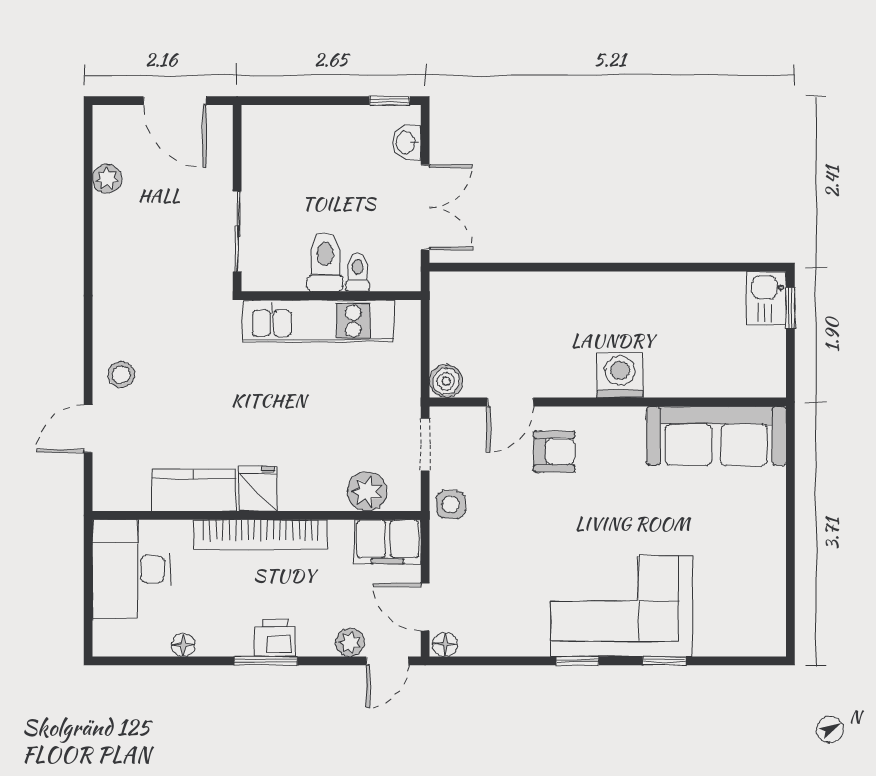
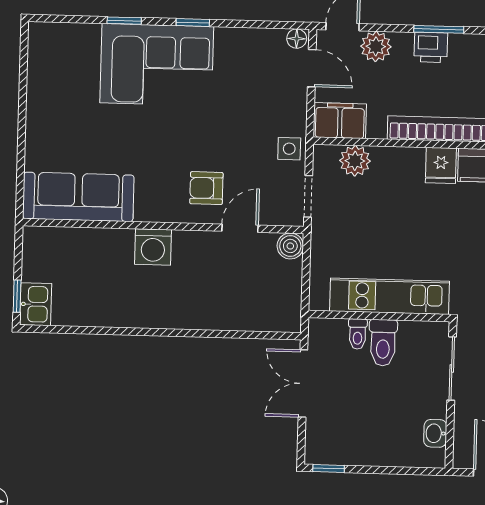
washbasin: (407, 143) -> (435, 433), moved, turned 180
plant: (350, 642) -> (376, 46), width x1.38, depth x1.38

